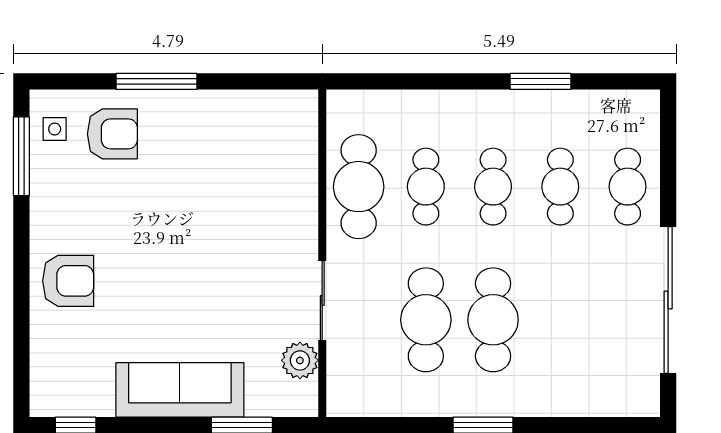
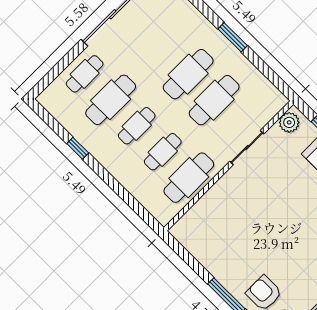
window: (540, 81) -> (78, 148), width x0.67
cafe table: (560, 187) -> (111, 100), width x1.37, depth x1.35
plant: (300, 360) -> (289, 122), moved

